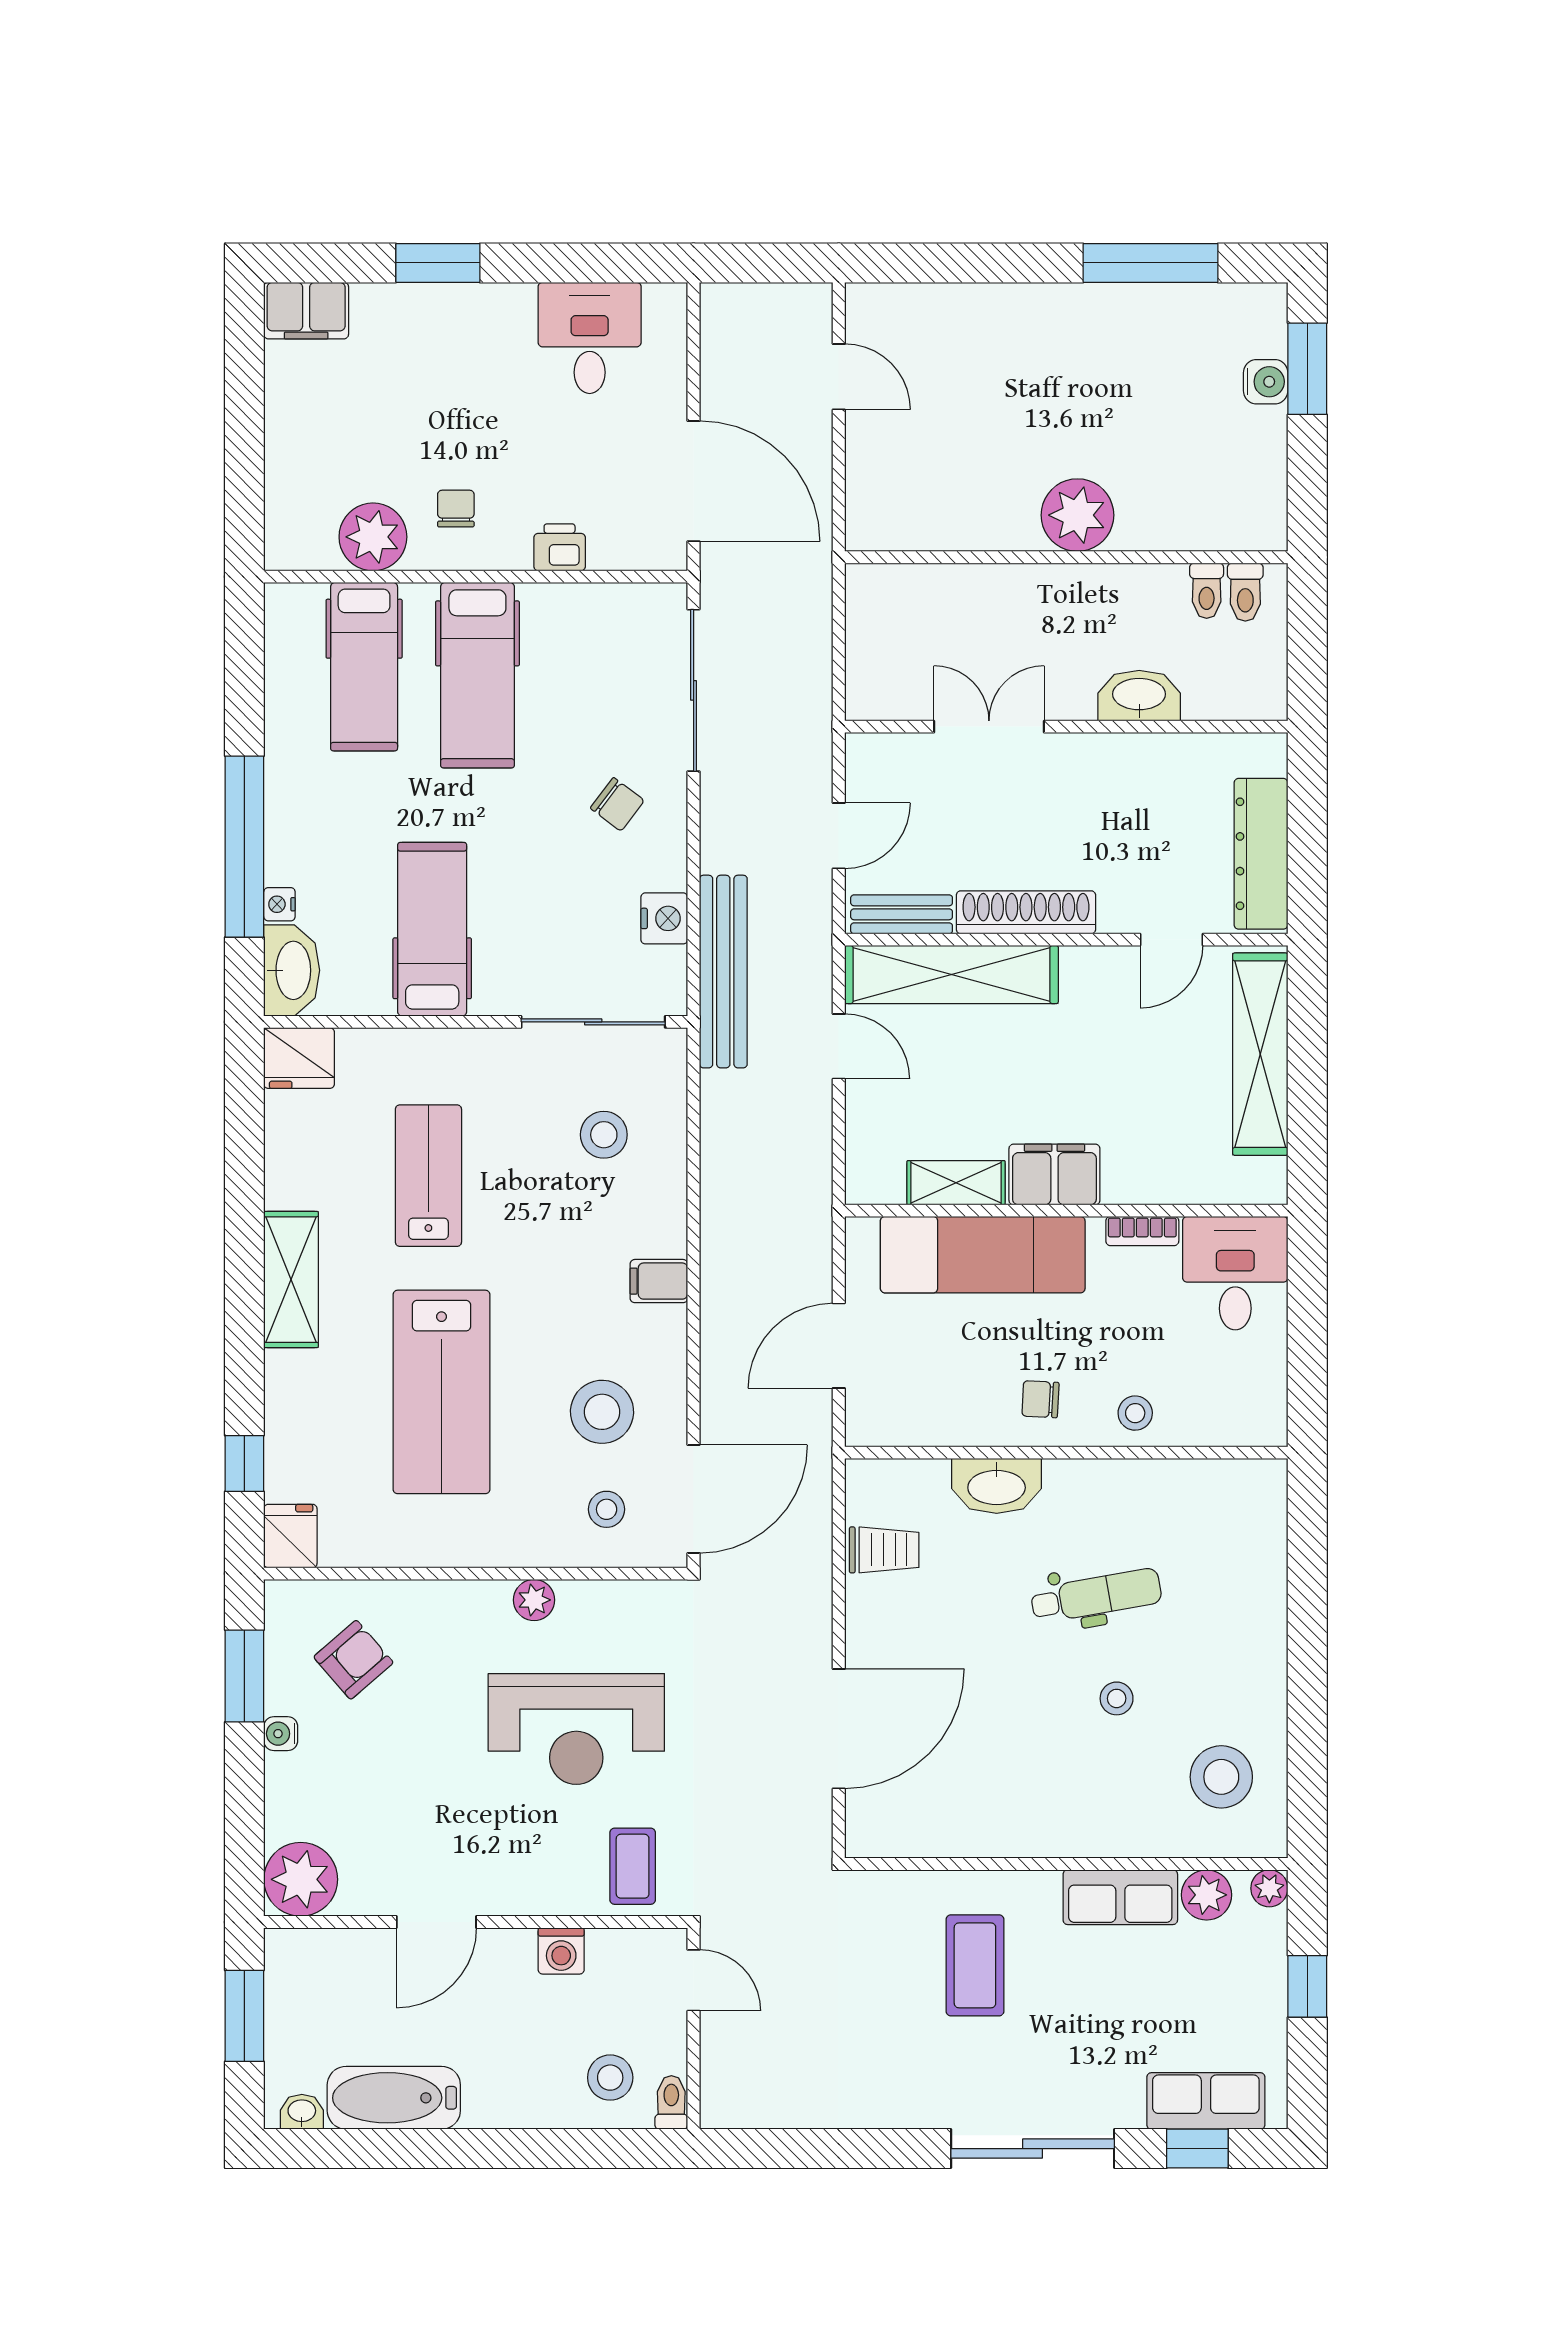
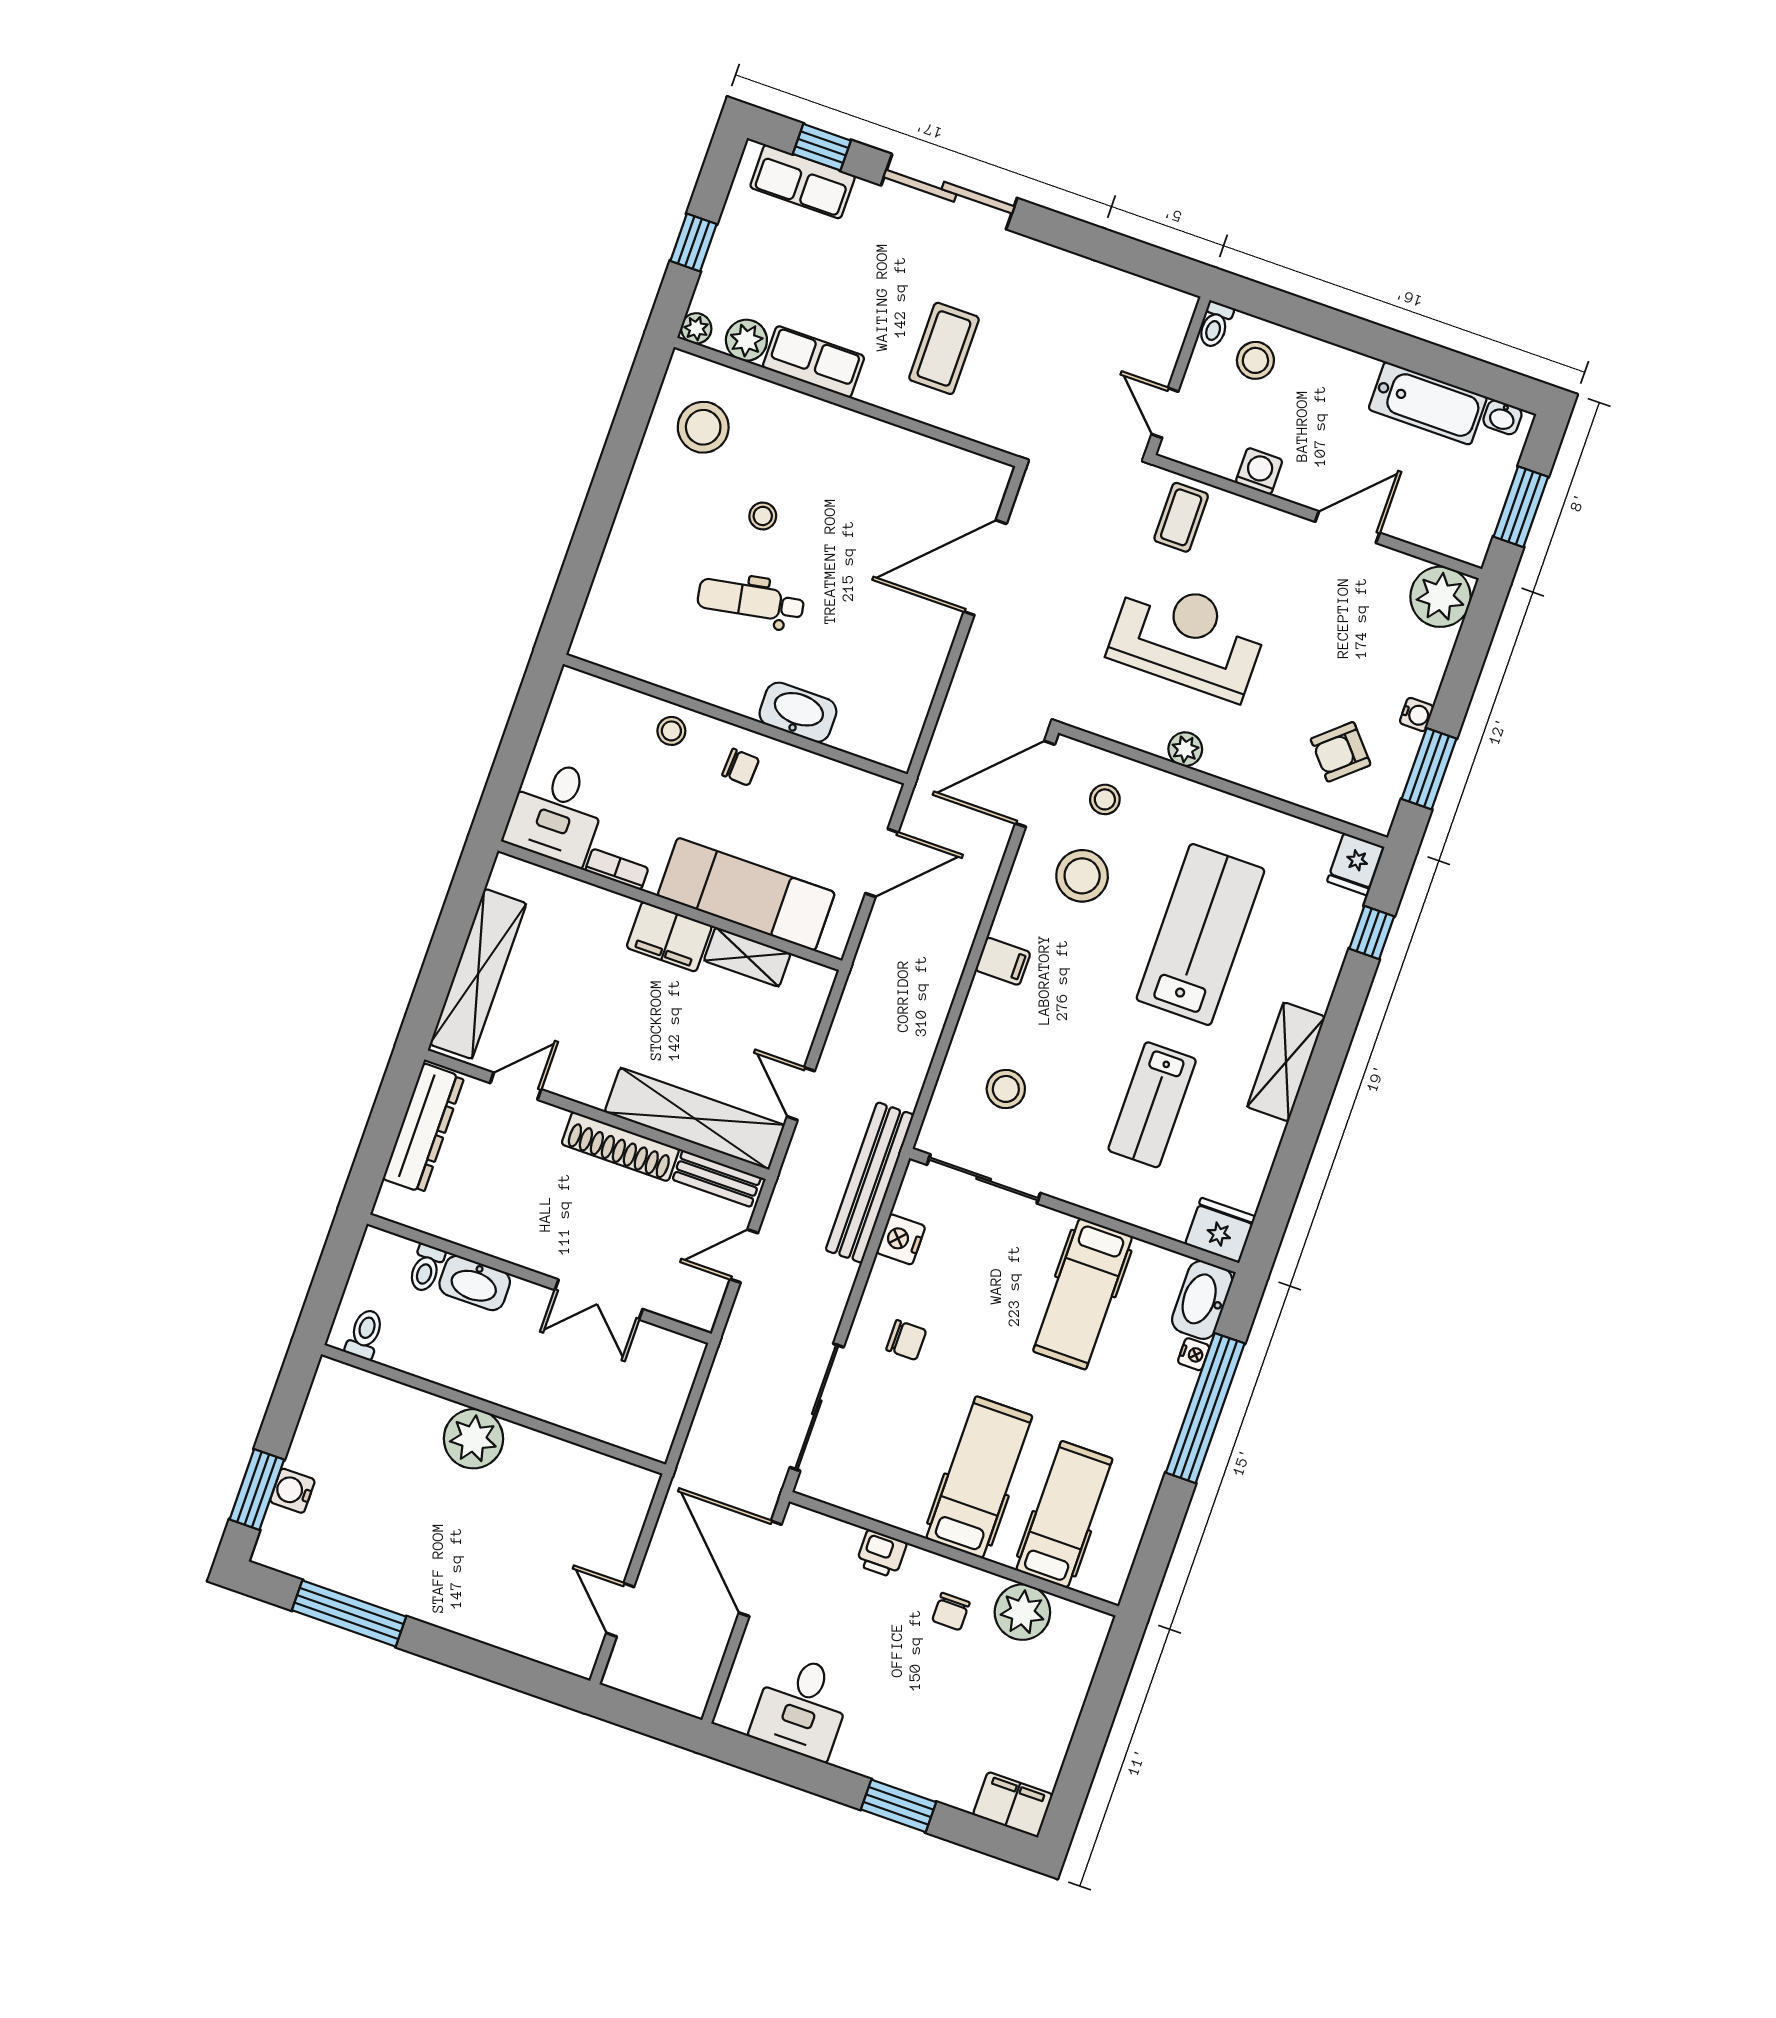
toilet: (1207, 591) -> (426, 1268), moved, turned 180
chair: (617, 804) -> (906, 1340), turned 143
trolley: (884, 1550) -> (902, 693), removed

